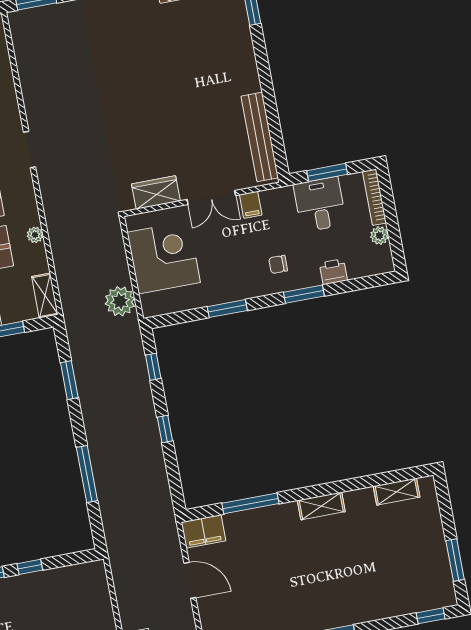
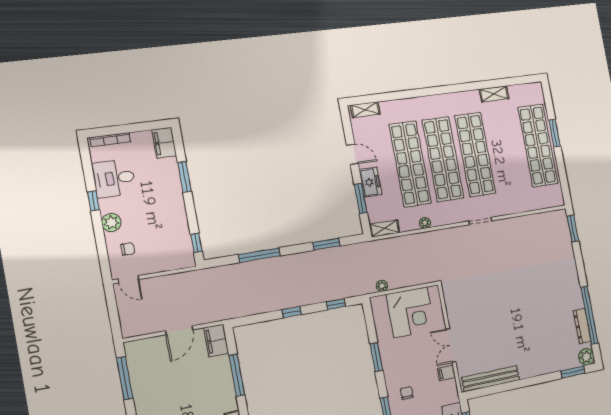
wardrobe: (156, 192) -> (454, 307), removed
plant: (120, 301) -> (382, 286), width x0.53, depth x0.53
window: (30, 567) -> (196, 243), moved

